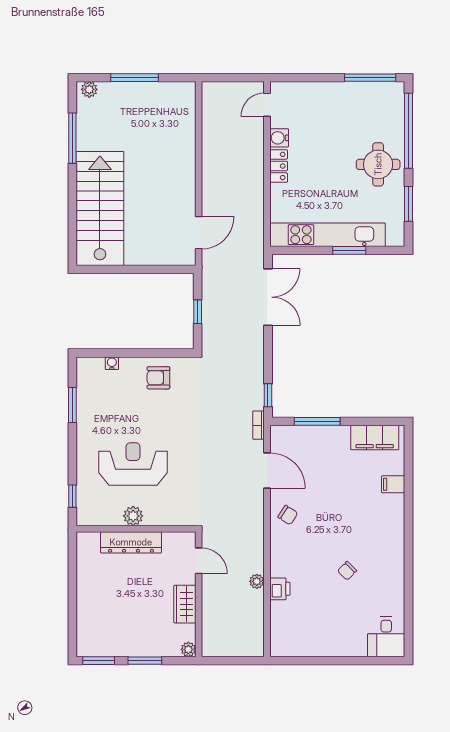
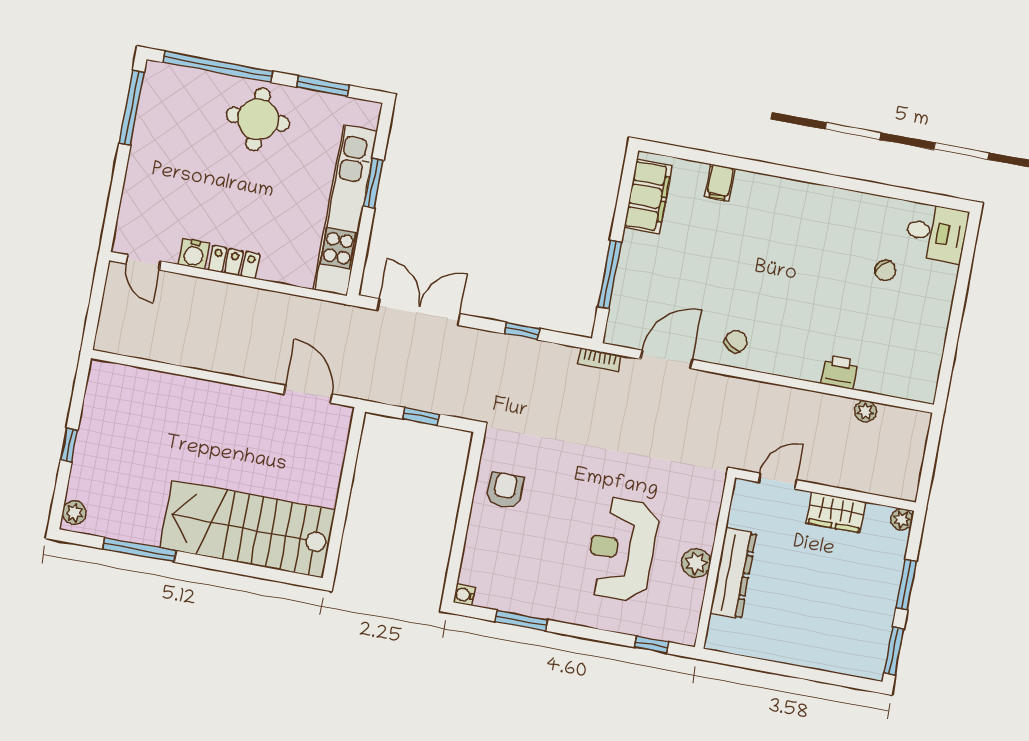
window: (134, 78) -> (69, 445), width x0.46
water cooler: (112, 363) -> (464, 595), moved
armchair: (158, 378) -> (505, 490), turned 180
window: (268, 395) -> (522, 331), moved
chair: (347, 571) -> (885, 270), moved
plant: (257, 581) -> (865, 411), moved

